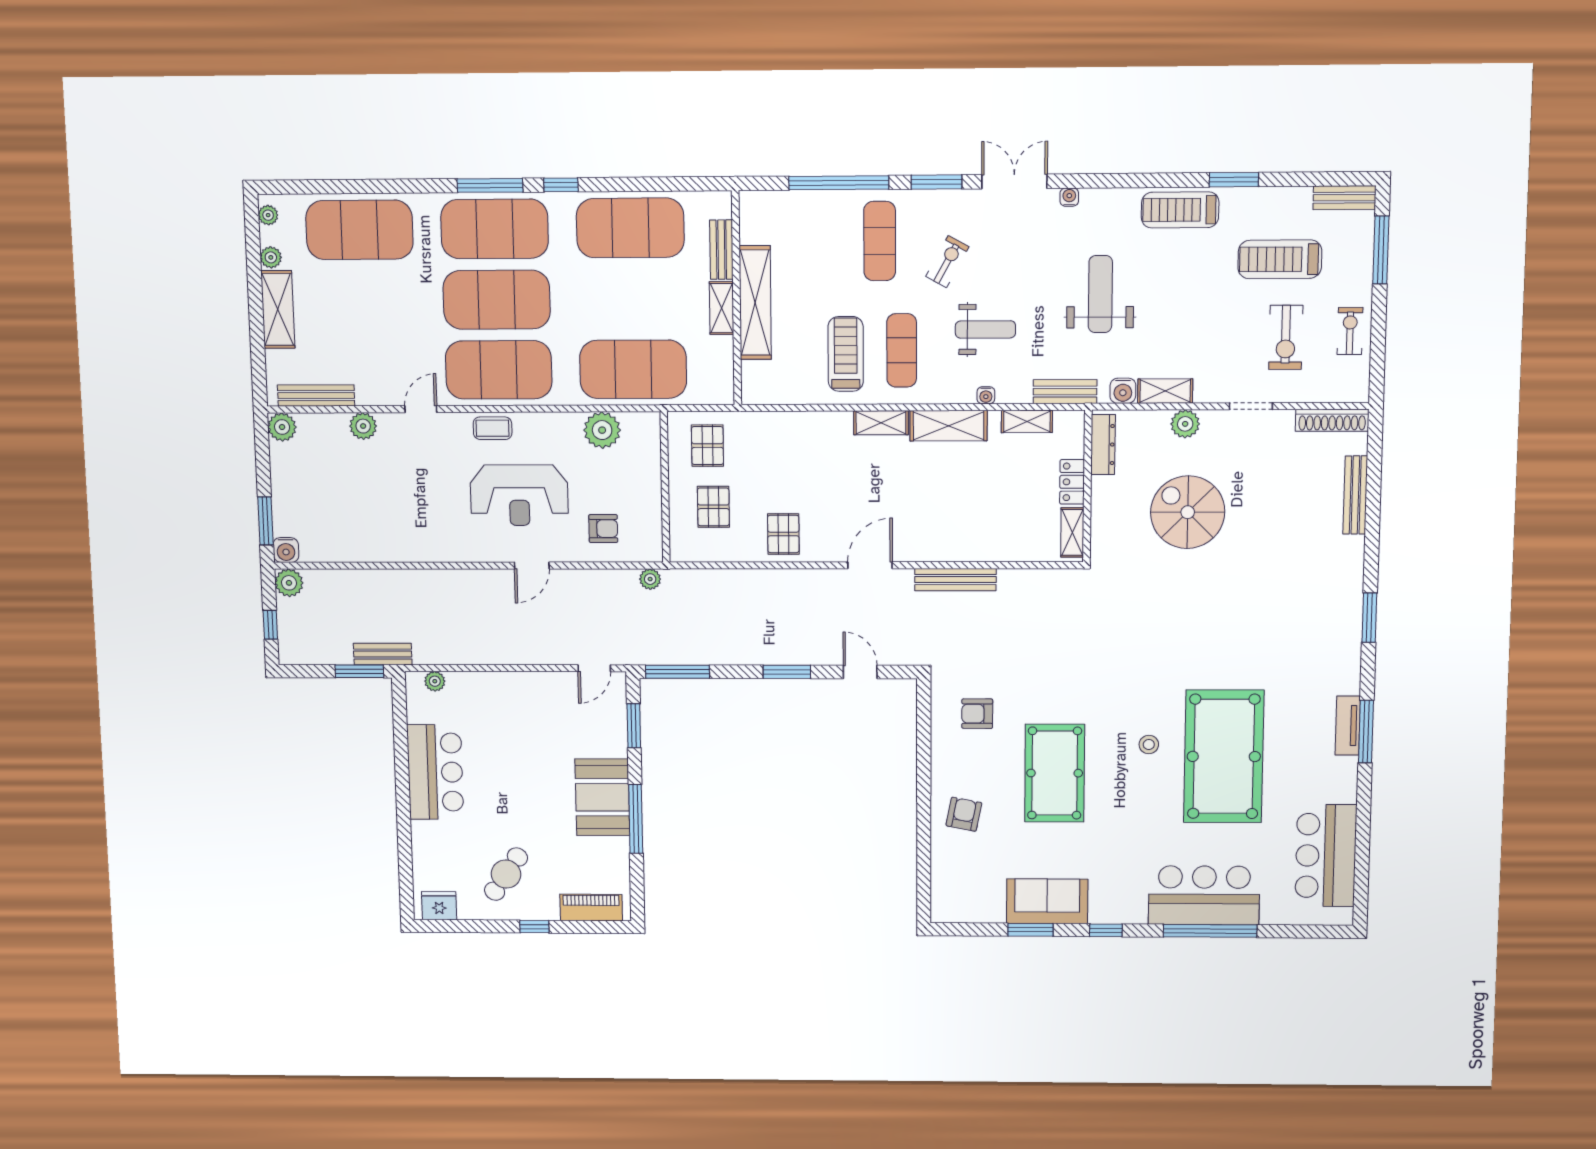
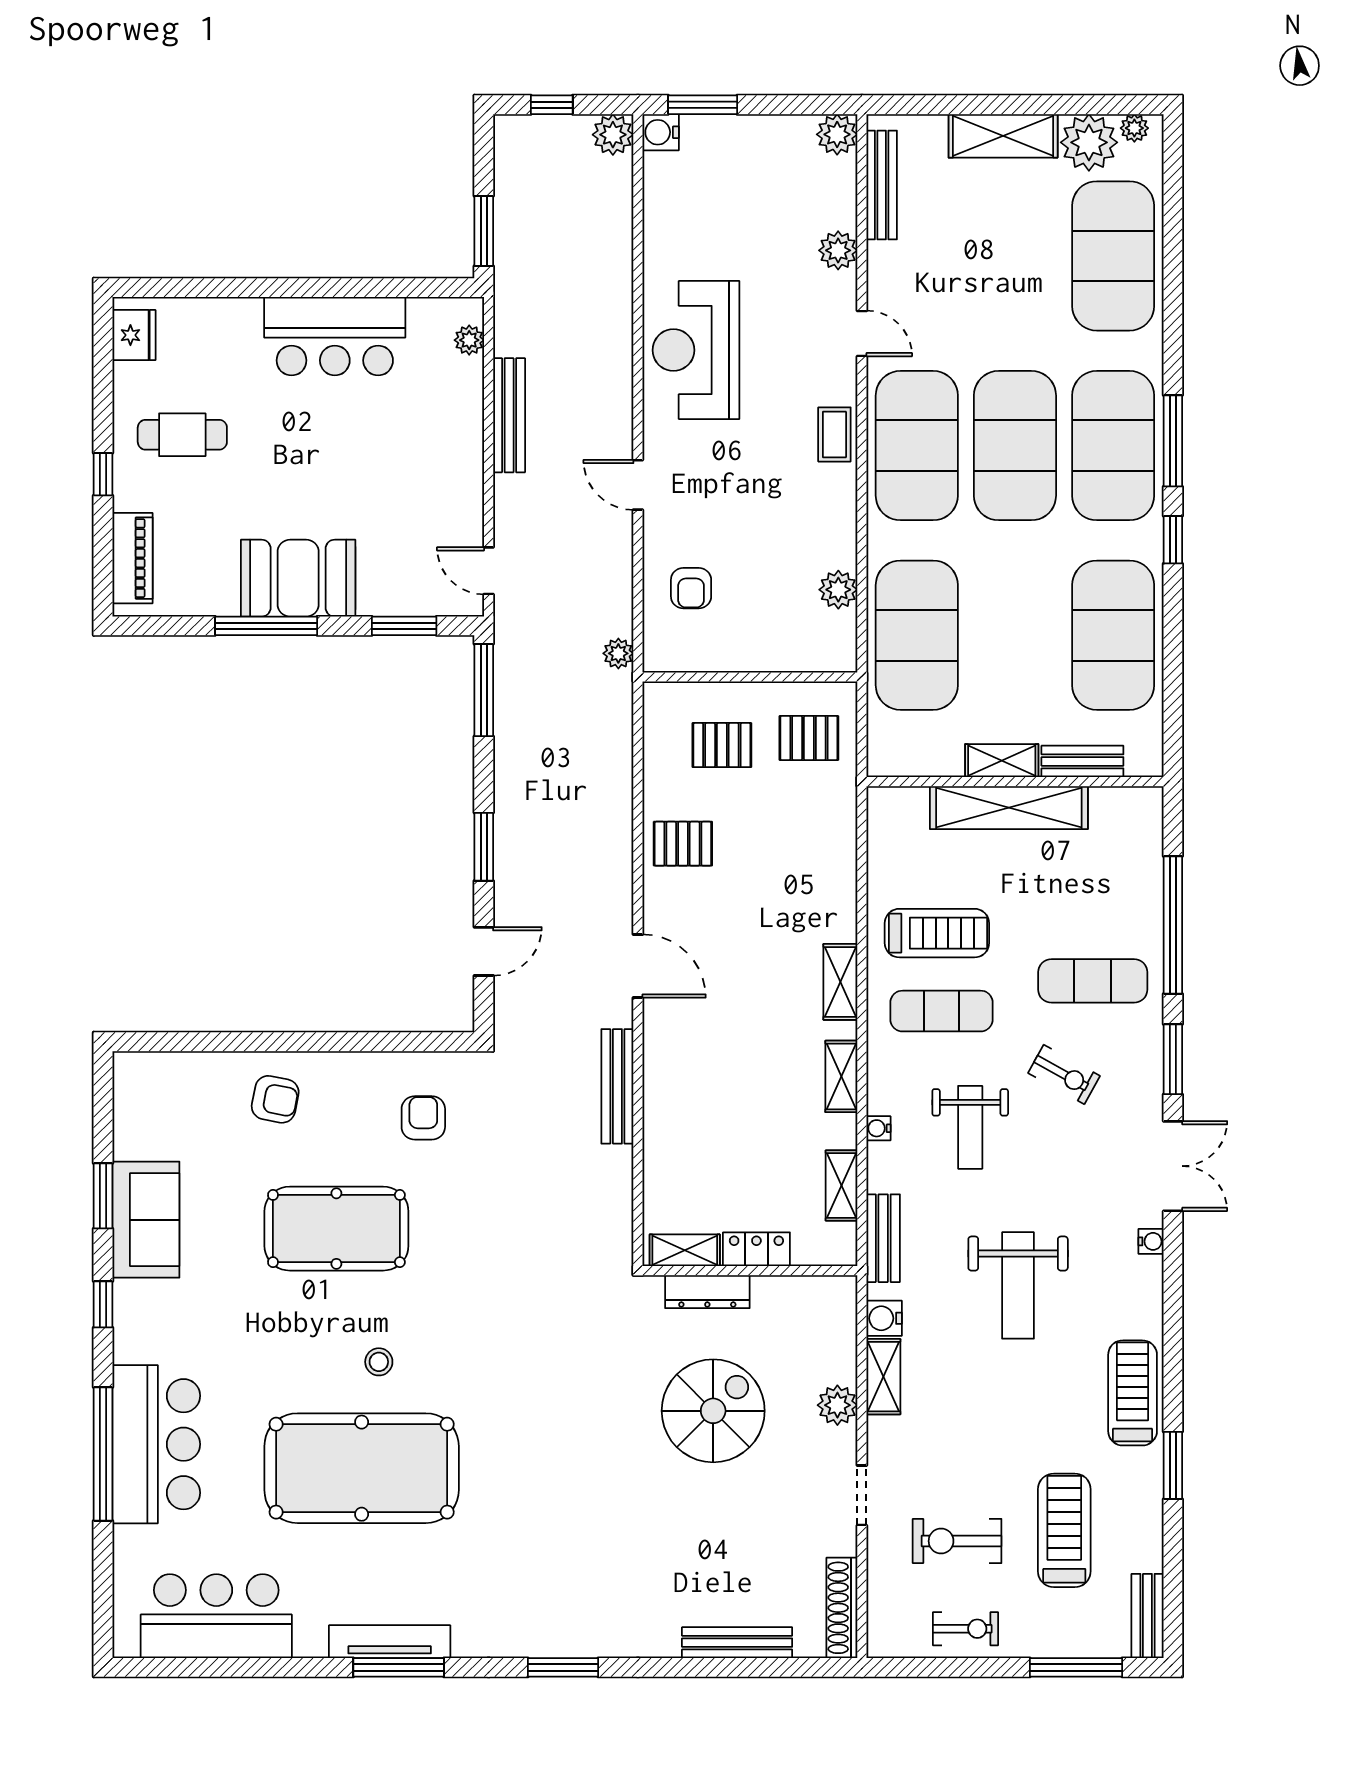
plant: (271, 257) -> (1089, 142), width x1.88, depth x1.88
weight bench: (1100, 294) -> (1018, 1285), turned 90
shelving: (949, 426) -> (841, 1076), width x0.67, depth x0.75
plant: (602, 430) -> (838, 590), width x0.73, depth x0.73
dresser: (1103, 445) -> (707, 1292), moved
reception desk: (519, 495) -> (696, 350), moved
bench: (383, 654) -> (509, 415), moved, width x1.36
tv unit: (1348, 725) -> (390, 1642), width x1.41
cafe table: (506, 874) -> (182, 435), turned -34

